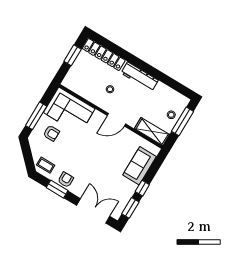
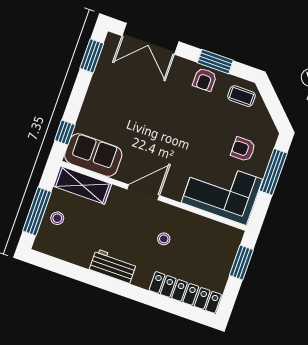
window: (73, 55) -> (241, 263), moved
workbench: (140, 77) -> (113, 266), width x0.73
sofa: (139, 166) -> (93, 155), moved, turned -90
window: (142, 188) -> (65, 132), moved

